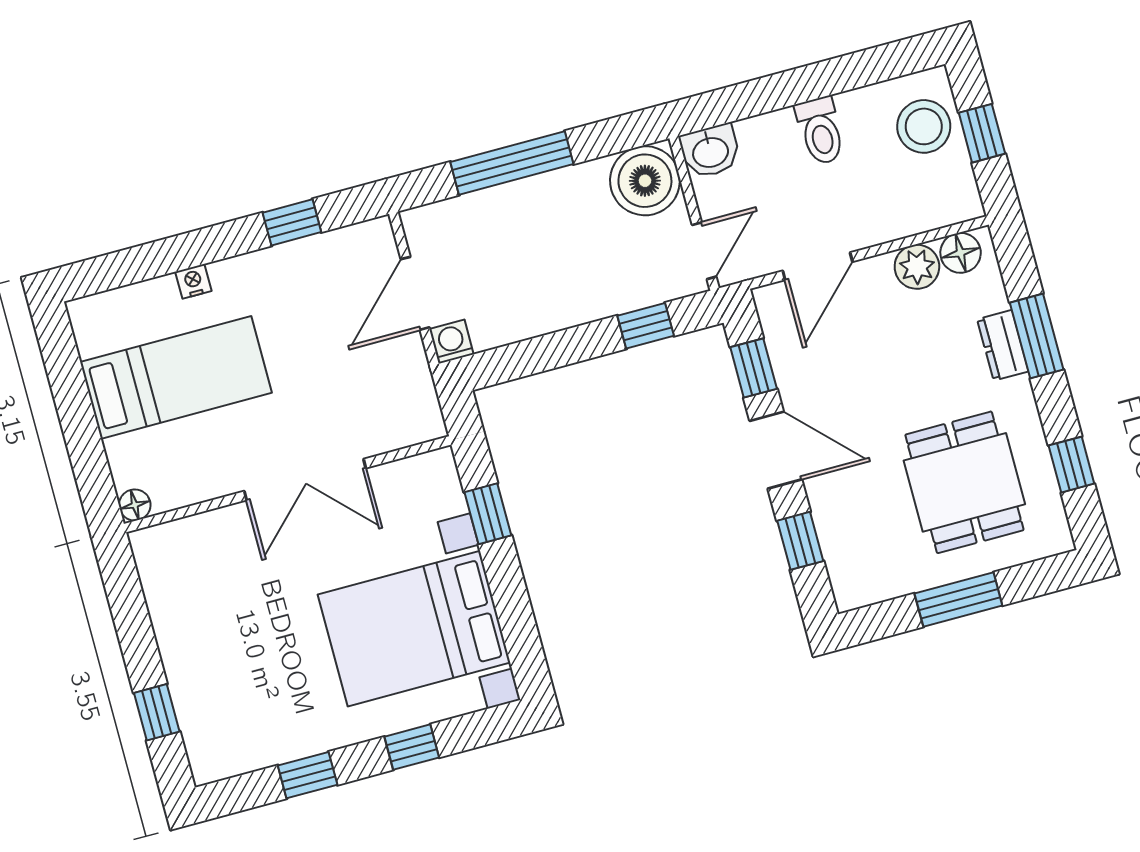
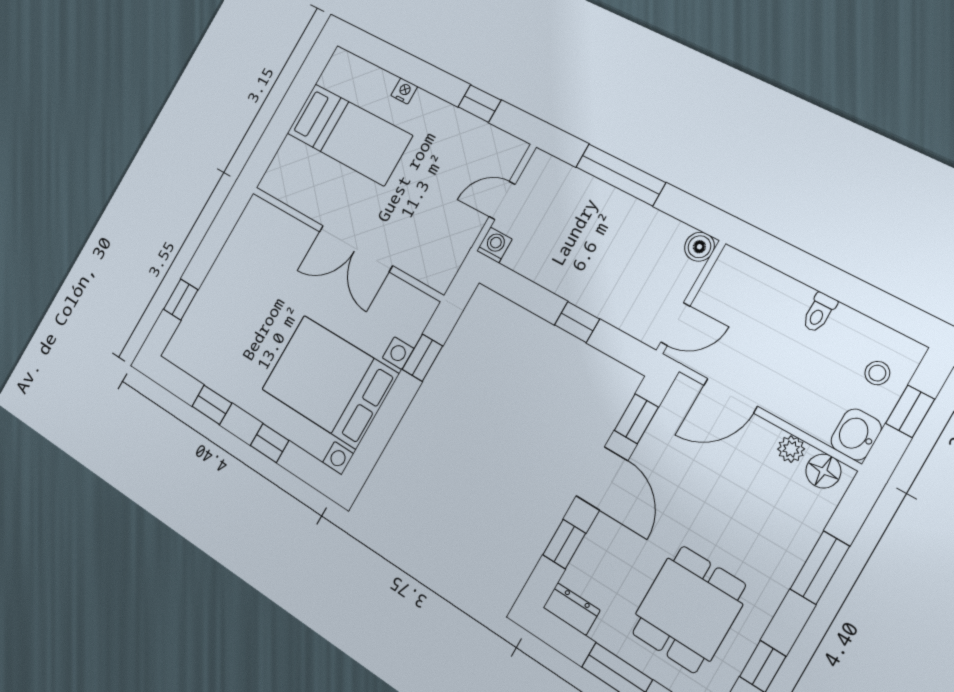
stool: (924, 126) -> (877, 373), width x0.53, depth x0.53
toilet: (820, 131) -> (819, 313), width x0.73, depth x0.72
washbasin: (710, 151) -> (856, 434), moved, turned 90
boiler: (645, 181) -> (699, 247), width x0.54, depth x0.54
plant: (917, 267) -> (791, 449), width x0.73, depth x0.73
door: (415, 293) -> (502, 201), width x0.73
window: (646, 326) -> (577, 322), moved
dresser: (1003, 345) -> (571, 609), moved, turned 90
floor lamp: (135, 505) -> (270, 183), removed

